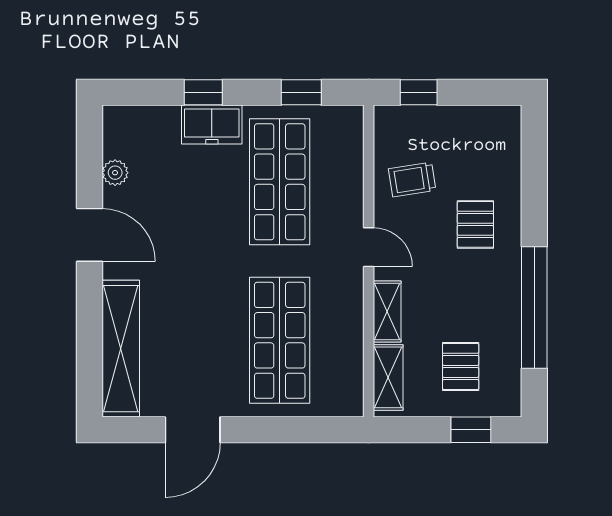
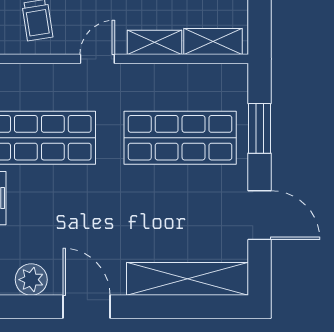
plant: (115, 173) -> (31, 280), width x1.38, depth x1.38
door: (89, 235) -> (87, 307), hinge flipped
window: (290, 430) -> (260, 128), added

